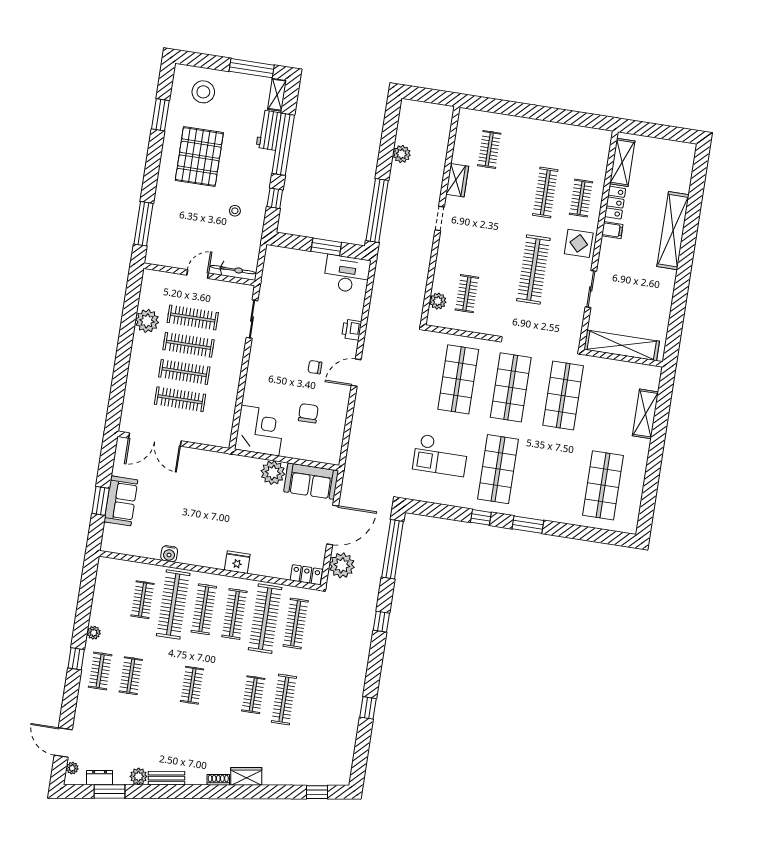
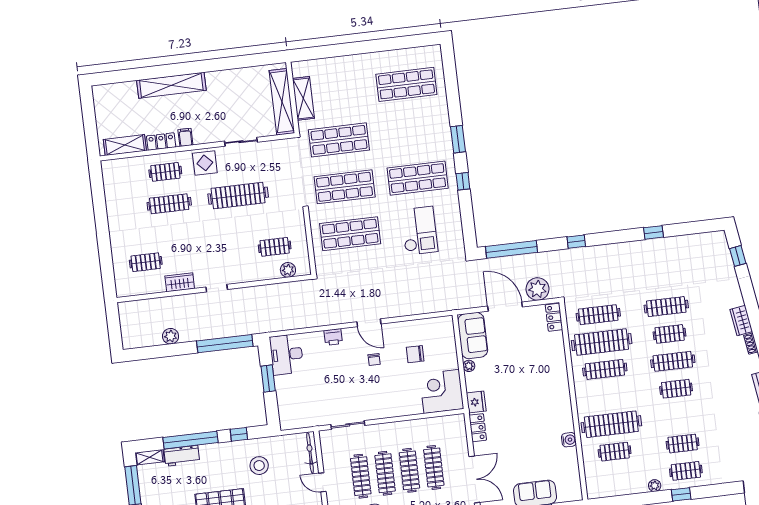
stool: (235, 211) -> (259, 466), width x1.89, depth x1.89
shelving: (645, 414) -> (303, 98), moved, turned 90
locker: (210, 459) -> (478, 428), added
plant: (273, 473) -> (469, 366), width x0.53, depth x0.53
fridge: (237, 562) -> (476, 402), moved, turned 180
clothes rail: (204, 609) -> (673, 361), moved

